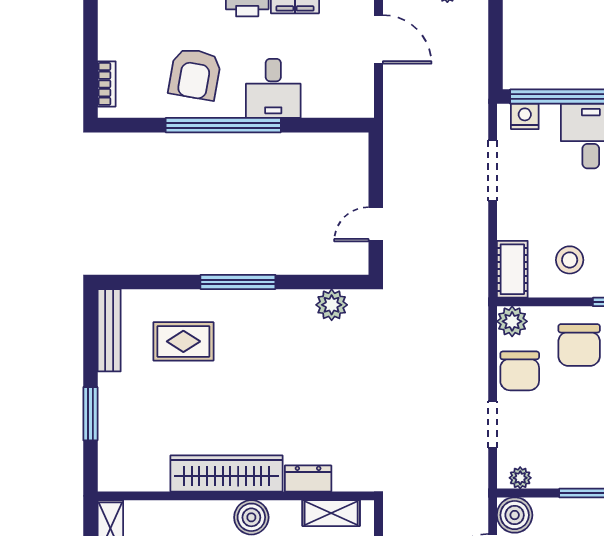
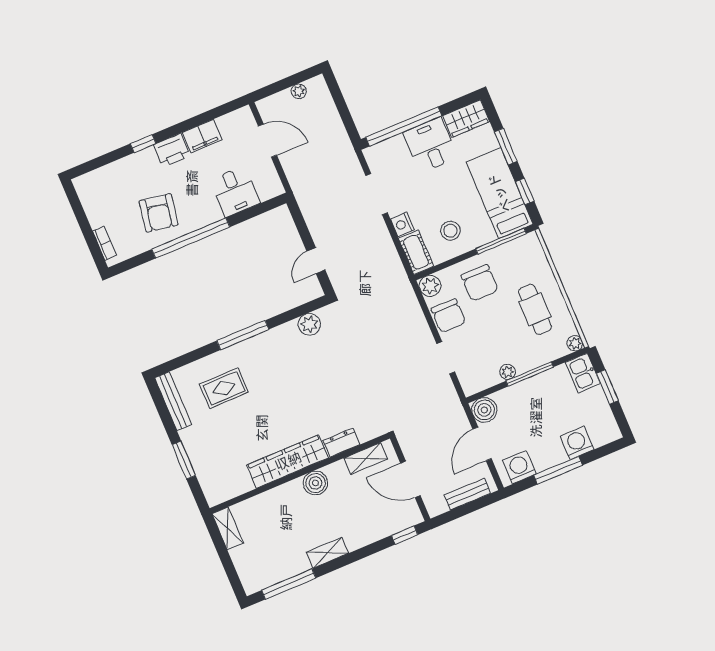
desk: (273, 88) -> (235, 192), moved
nightstand: (525, 116) -> (402, 224), moved, turned -90
plant: (520, 478) -> (508, 372), moved

